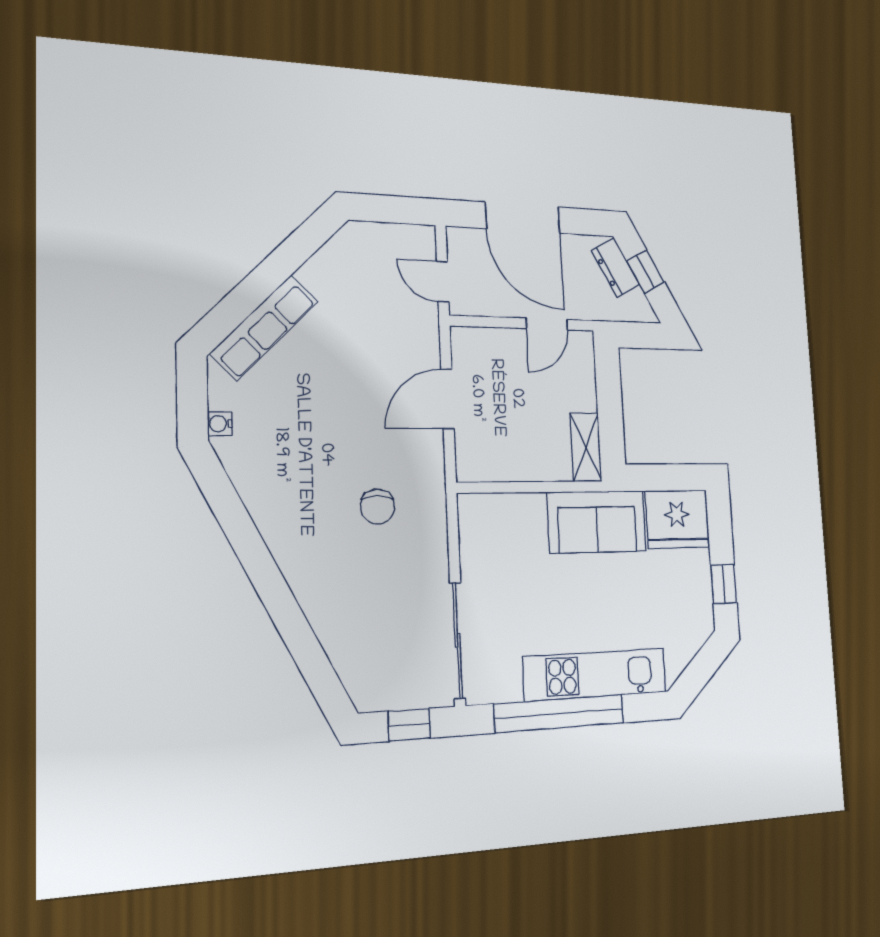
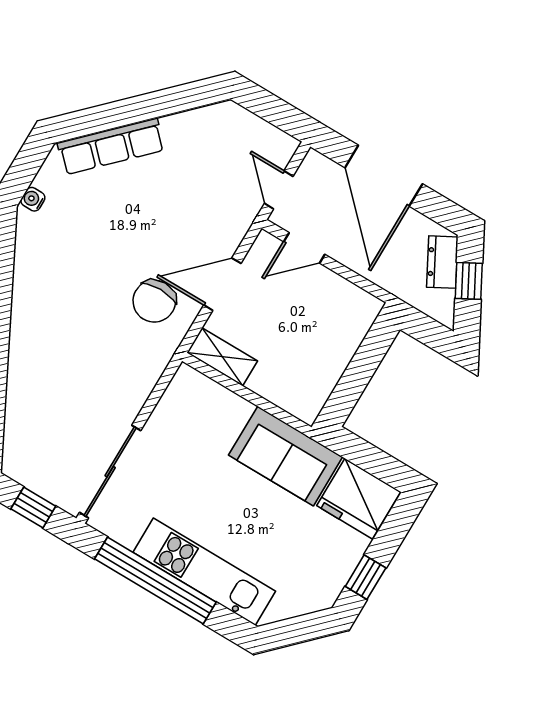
door: (547, 324) -> (304, 248), moved
shelving: (586, 447) -> (222, 357), moved, turned 90
chair: (378, 507) -> (154, 301), moved, width x1.37, depth x1.37

